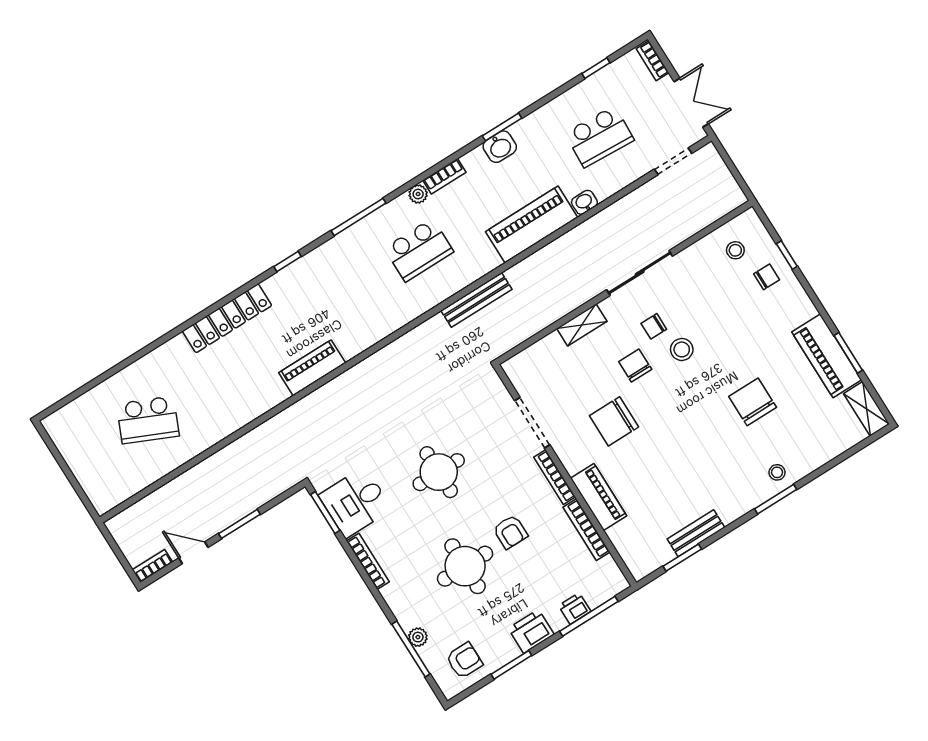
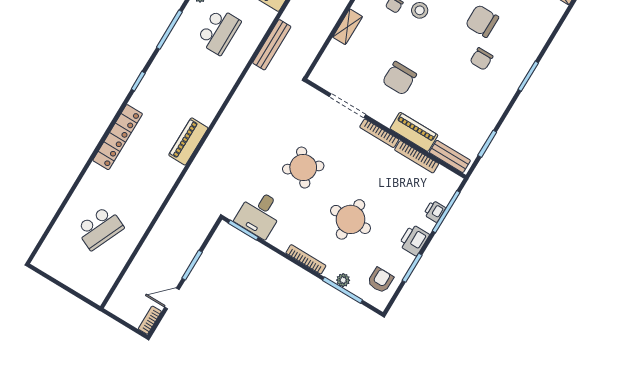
chair: (635, 366) -> (481, 59), moved, turned -90
round table: (439, 472) -> (303, 168), turned -37
stool: (777, 472) -> (521, 58), removed
armchair: (510, 532) -> (369, 183), removed
bench: (696, 533) -> (450, 156), moved, turned 90
bookcase: (368, 561) -> (306, 259), moved

